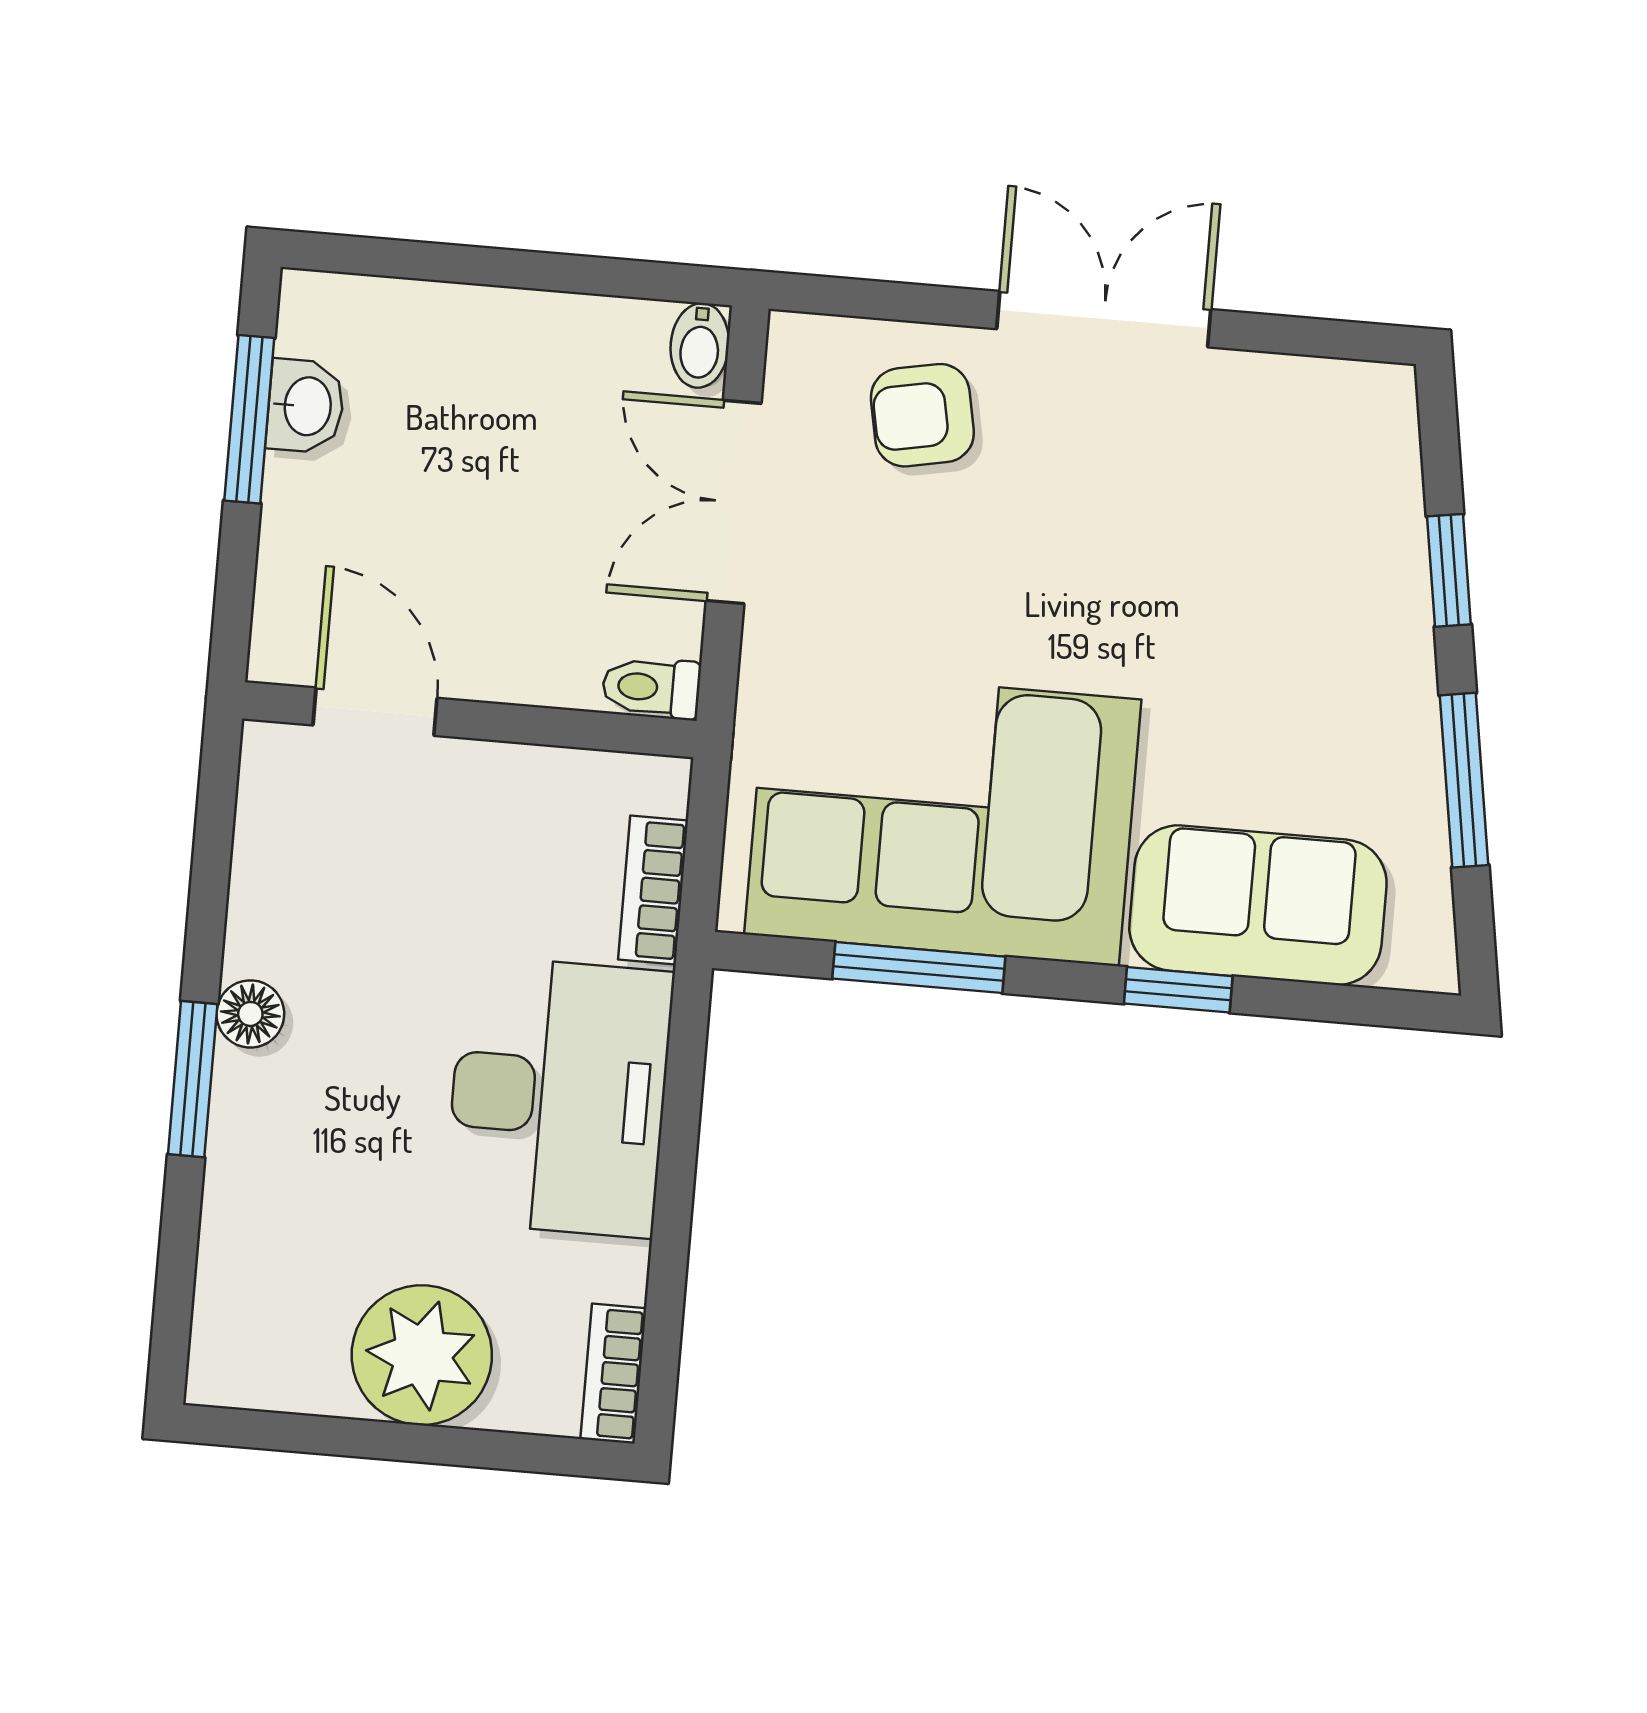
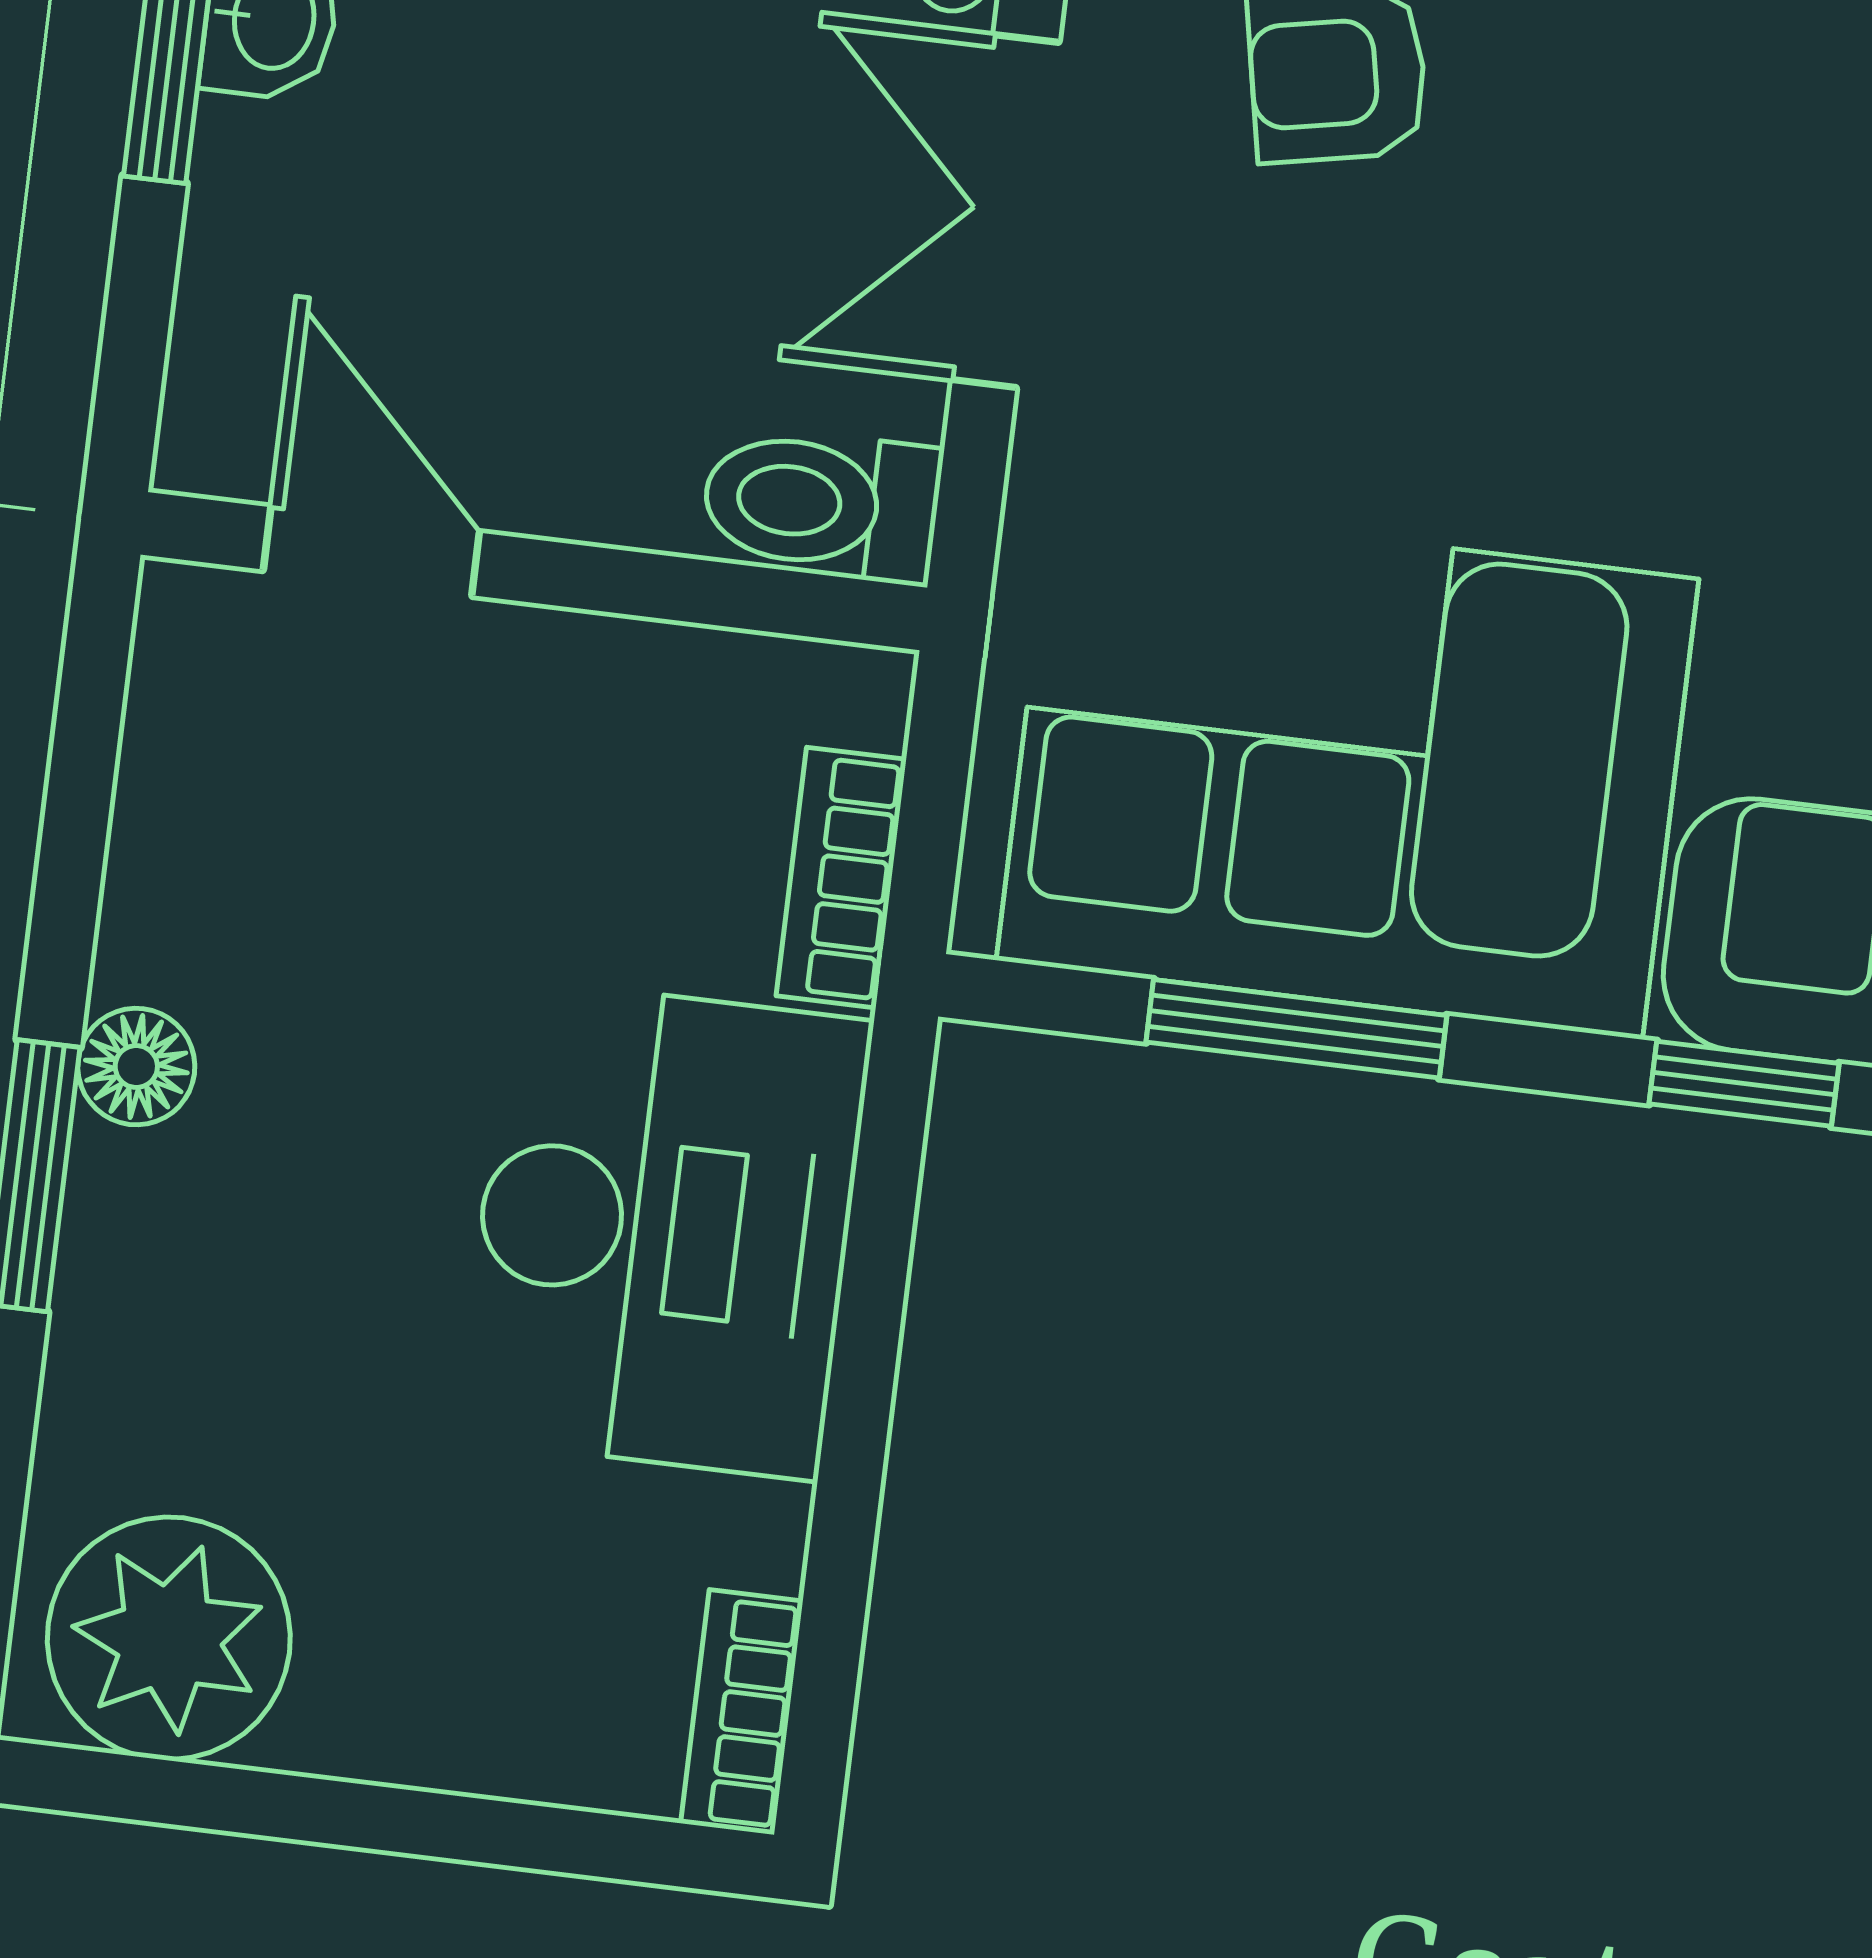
toilet: (651, 688) -> (821, 504), width x1.37, depth x1.39
plant: (422, 1355) -> (169, 1638), moved

